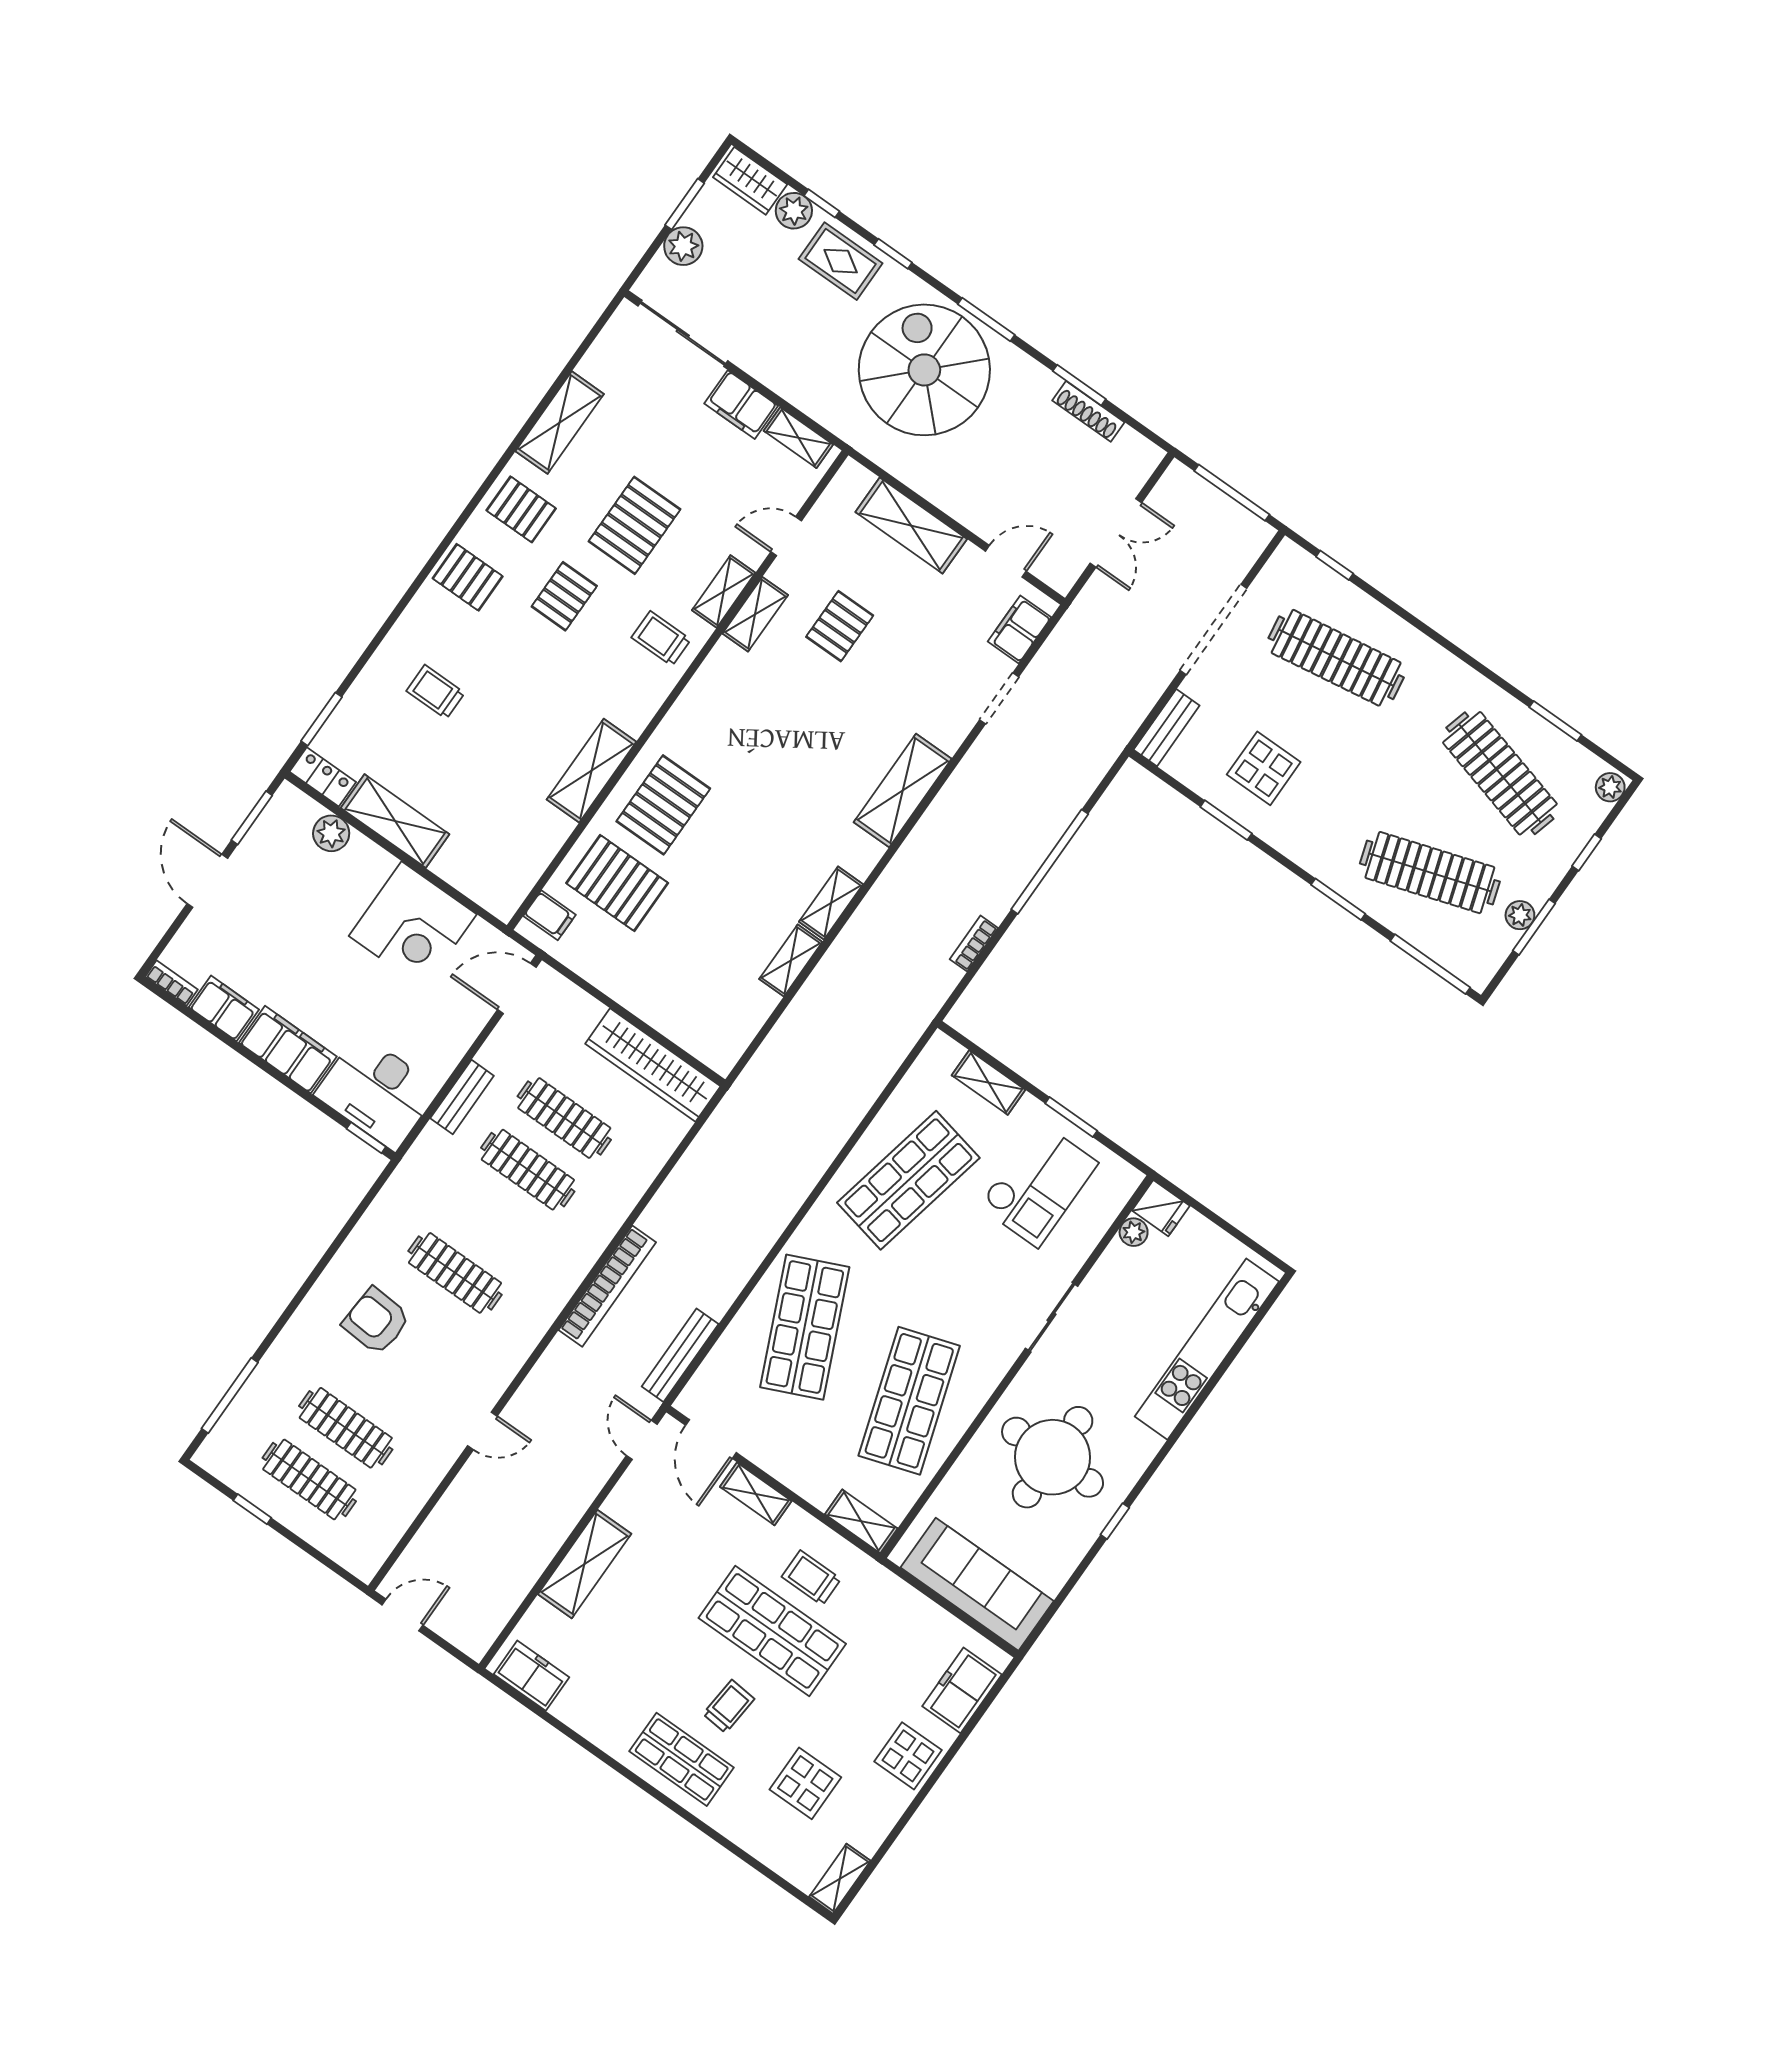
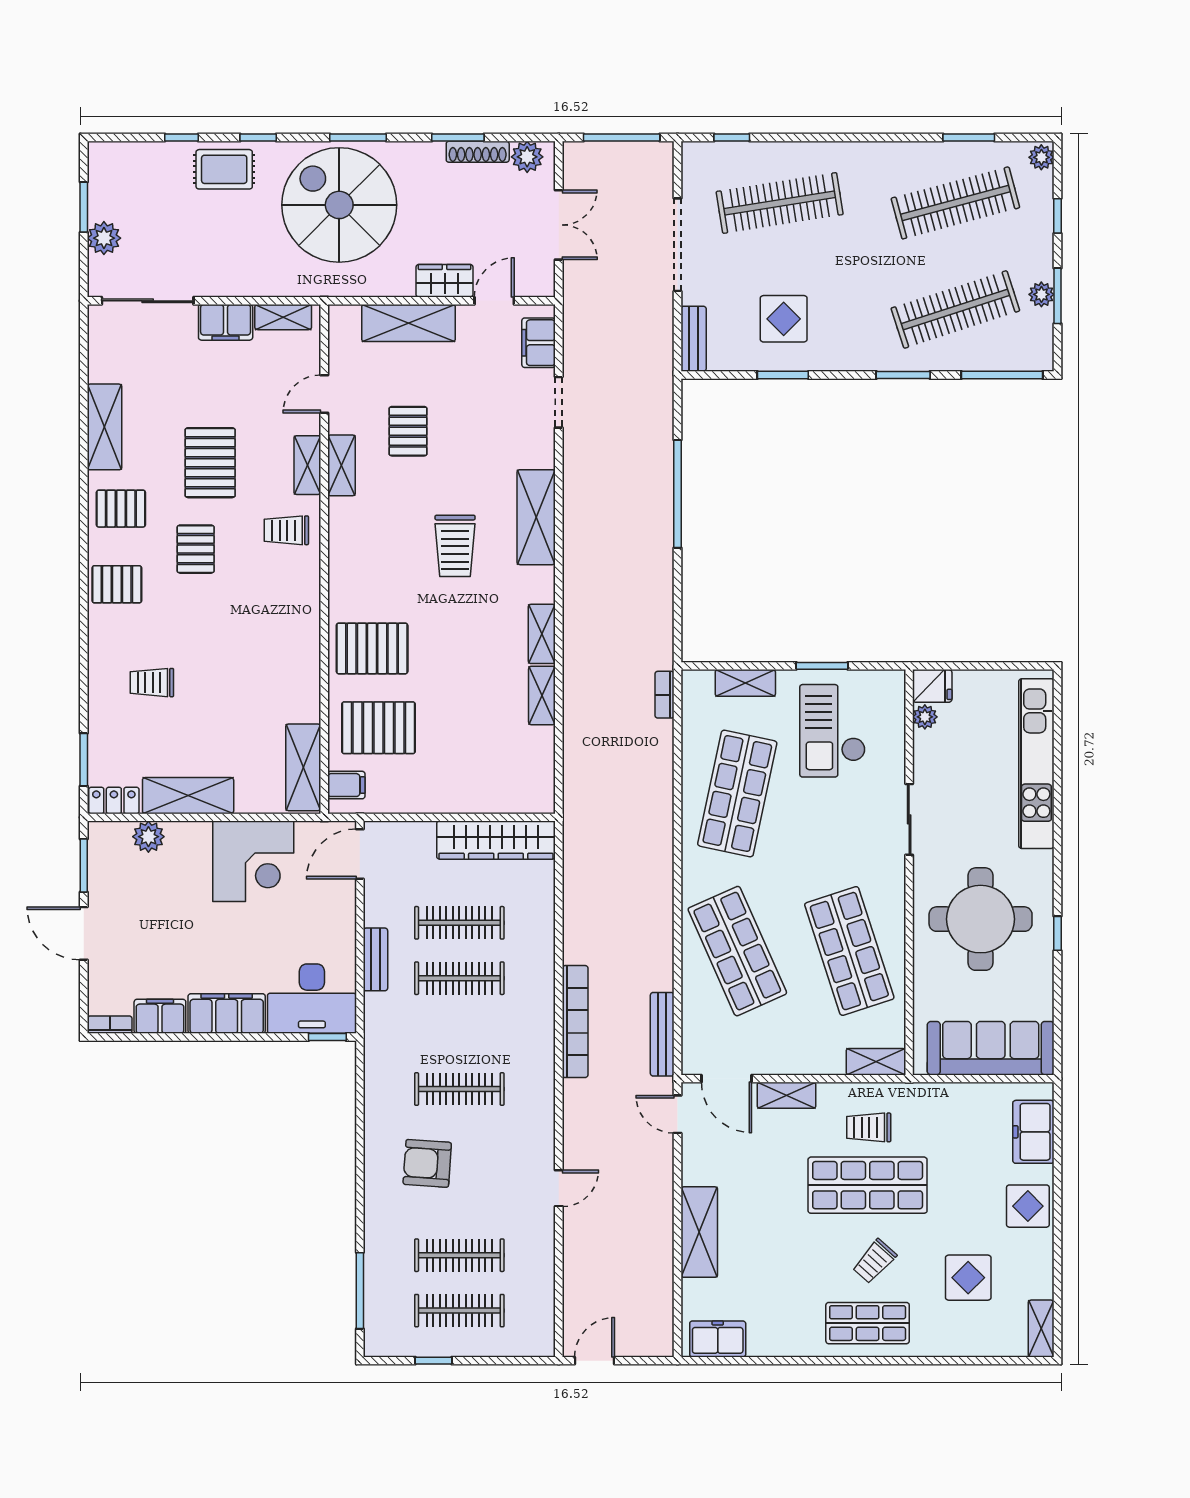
wardrobe: (750, 181) -> (445, 281), moved, turned 180
plant: (794, 211) -> (527, 157), moved
trolley: (808, 764) -> (455, 546), added
shelving: (591, 771) -> (303, 767), moved
clothes rail: (1500, 773) -> (955, 203), turned -30
pallet: (663, 805) -> (372, 648), turned 90
bookcase: (974, 944) -> (665, 695), moved
checkout: (1038, 1184) -> (832, 731), turned 180
trolley: (729, 1706) -> (874, 1261), turned -143

